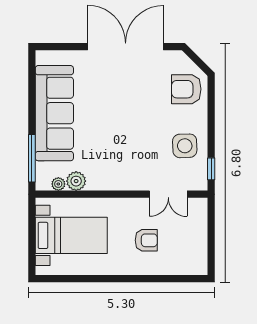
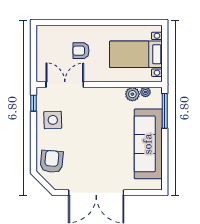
armchair: (186, 89) -> (52, 161), turned -85
double door: (168, 194) -> (65, 84), width x1.37

